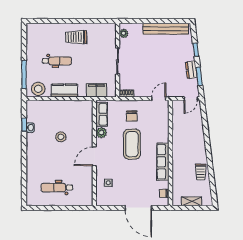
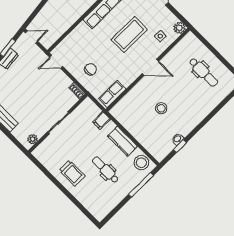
filing cabinet: (96, 90) -> (101, 120), width x0.50
plant: (101, 133) -> (179, 28), moved
coffee table: (132, 144) -> (129, 34), moved

